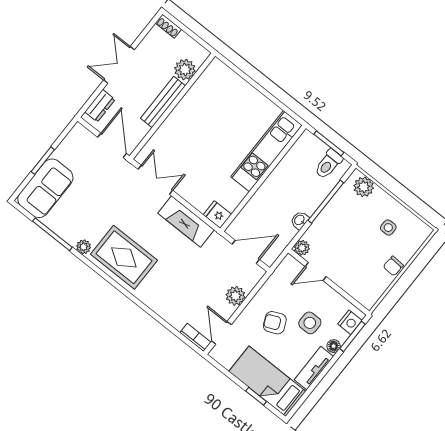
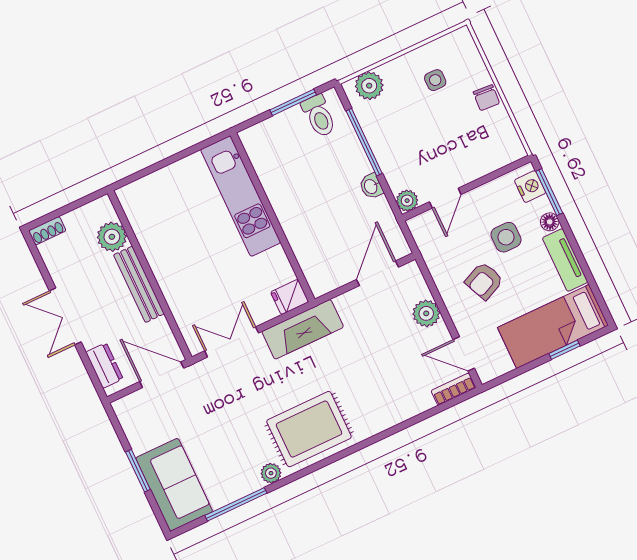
kitchen unit: (267, 151) -> (241, 196), moved
wall: (263, 178) -> (273, 217), moved
fridge: (217, 215) -> (290, 297), moved

